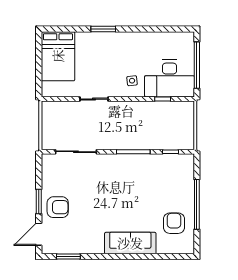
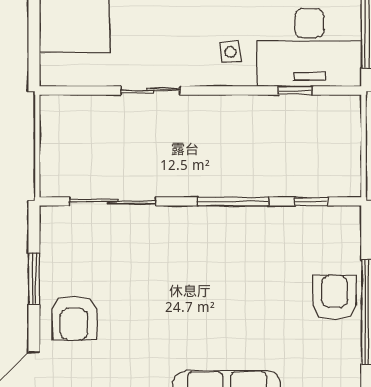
window: (39, 201) -> (34, 279), moved
armchair: (58, 207) -> (74, 318), turned 90
armchair: (174, 223) -> (334, 297), moved

